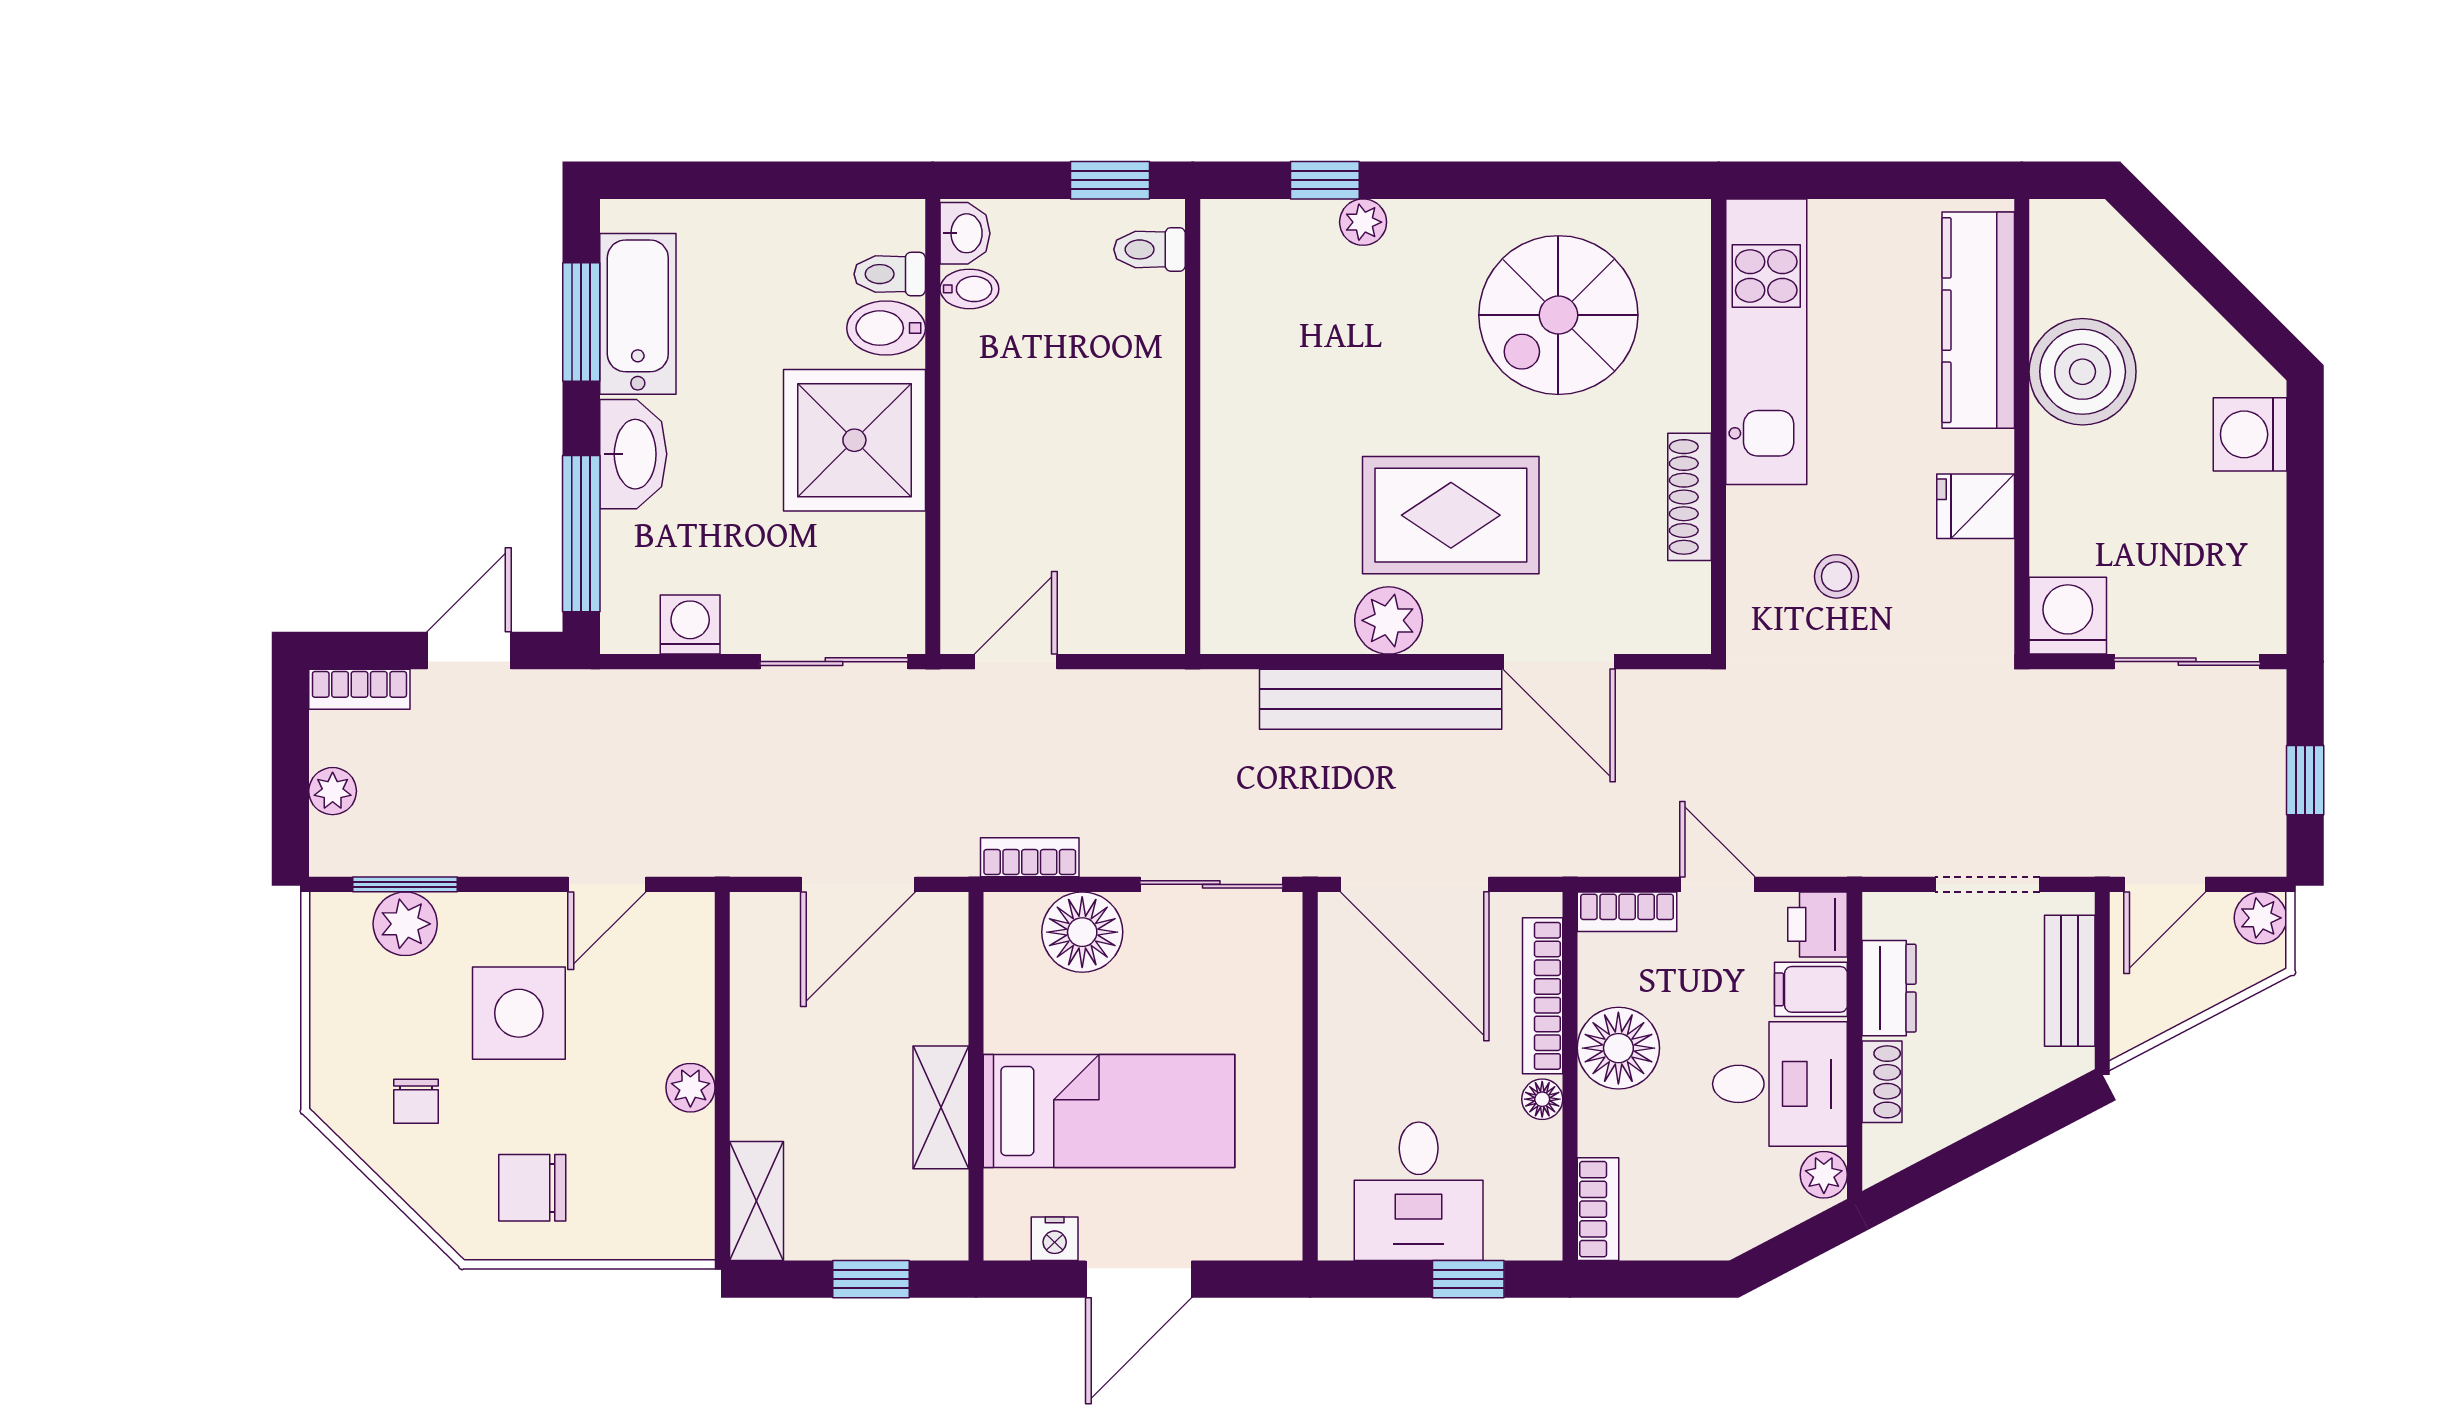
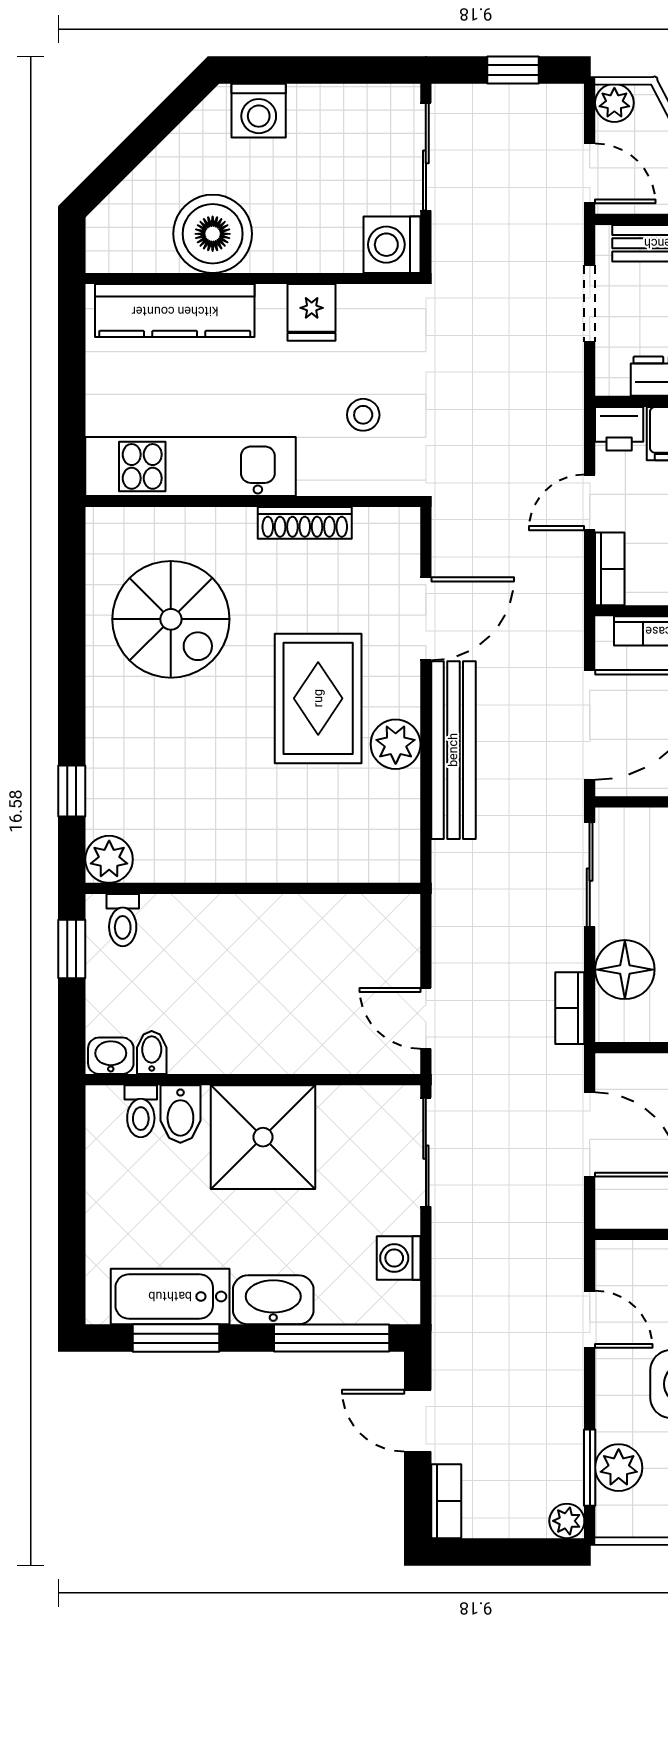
plant: (1363, 222) -> (109, 859), moved, width x1.38, depth x1.38
plant: (333, 791) -> (567, 1521), moved

